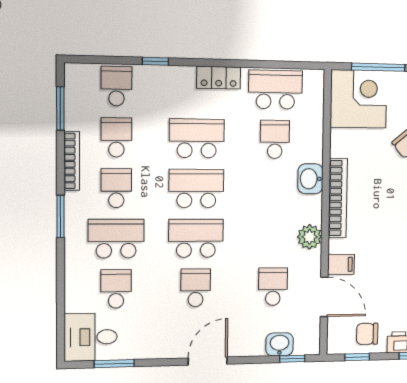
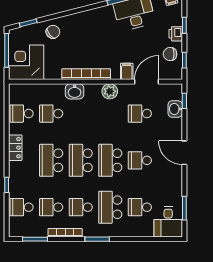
school desk: (275, 90) -> (22, 114), width x0.54
chair: (367, 334) -> (170, 54), turned 90

